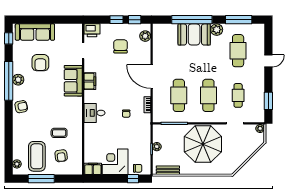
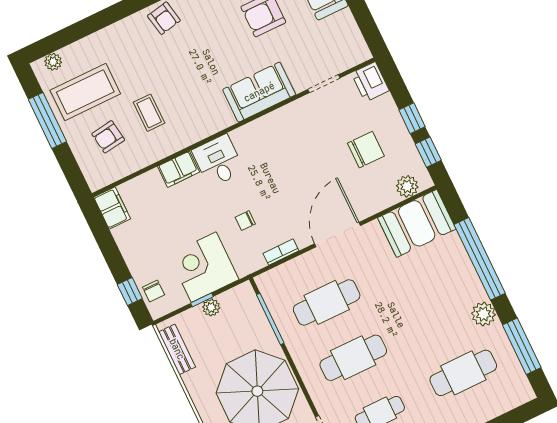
booth: (194, 34) -> (417, 223), moved, turned 90
filing cabinet: (90, 81) -> (178, 169), moved
corner desk: (115, 162) -> (204, 267), moved, turned -90

